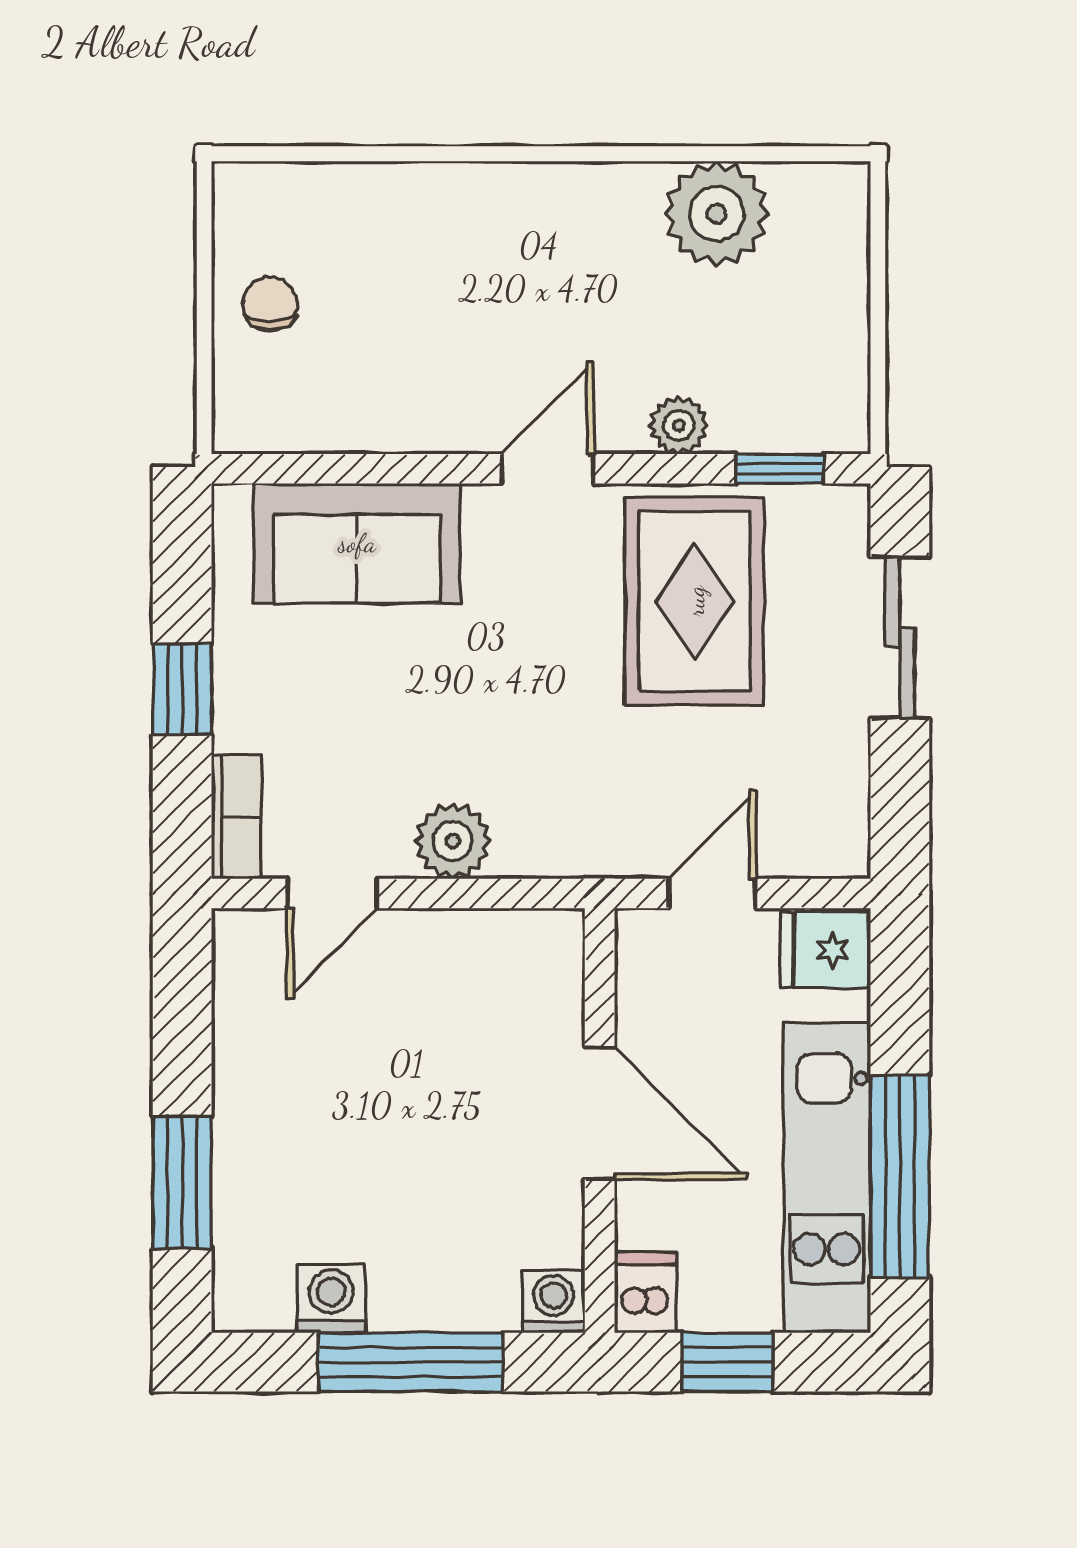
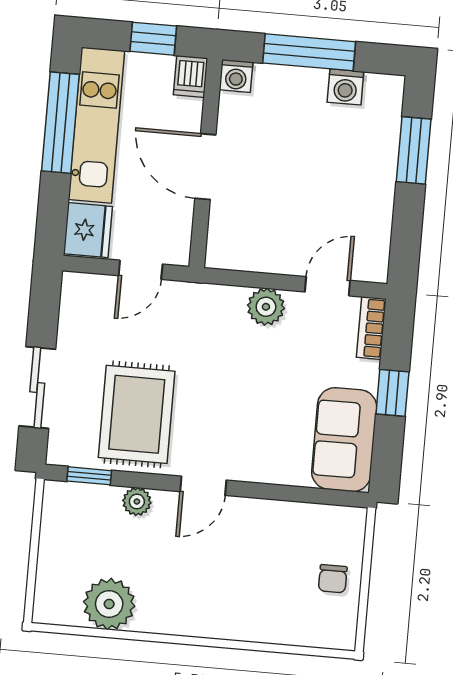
sofa: (357, 543) -> (344, 440), moved, turned -90
fridge: (826, 950) -> (88, 230), width x1.38

